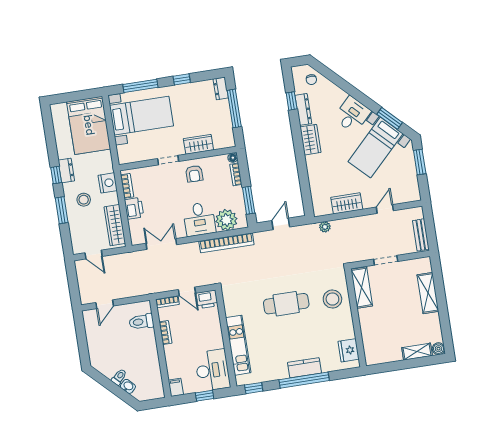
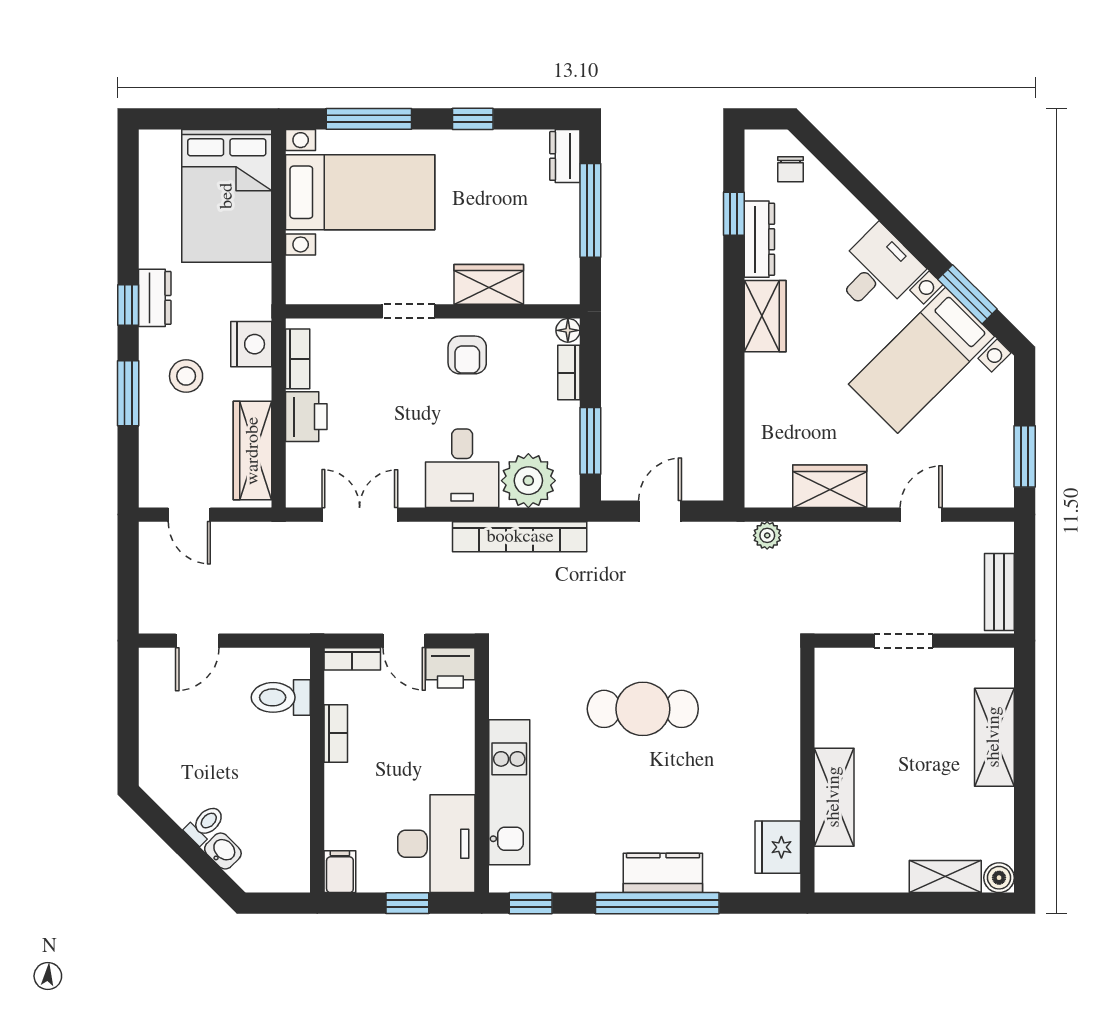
window: (420, 162) -> (1025, 456), moved
shelving: (362, 288) -> (834, 797), moved
stool: (332, 299) -> (758, 715), removed

